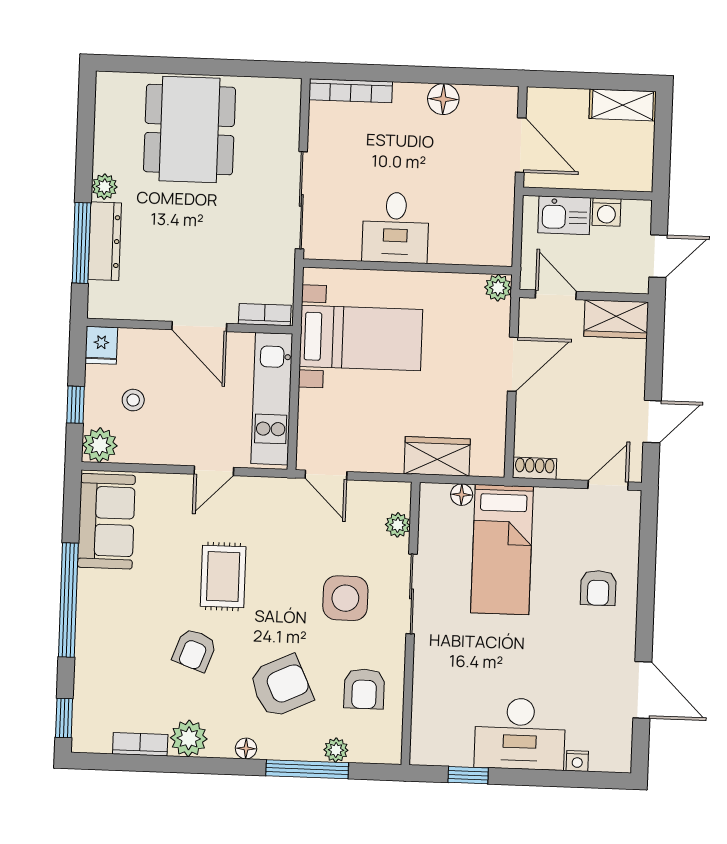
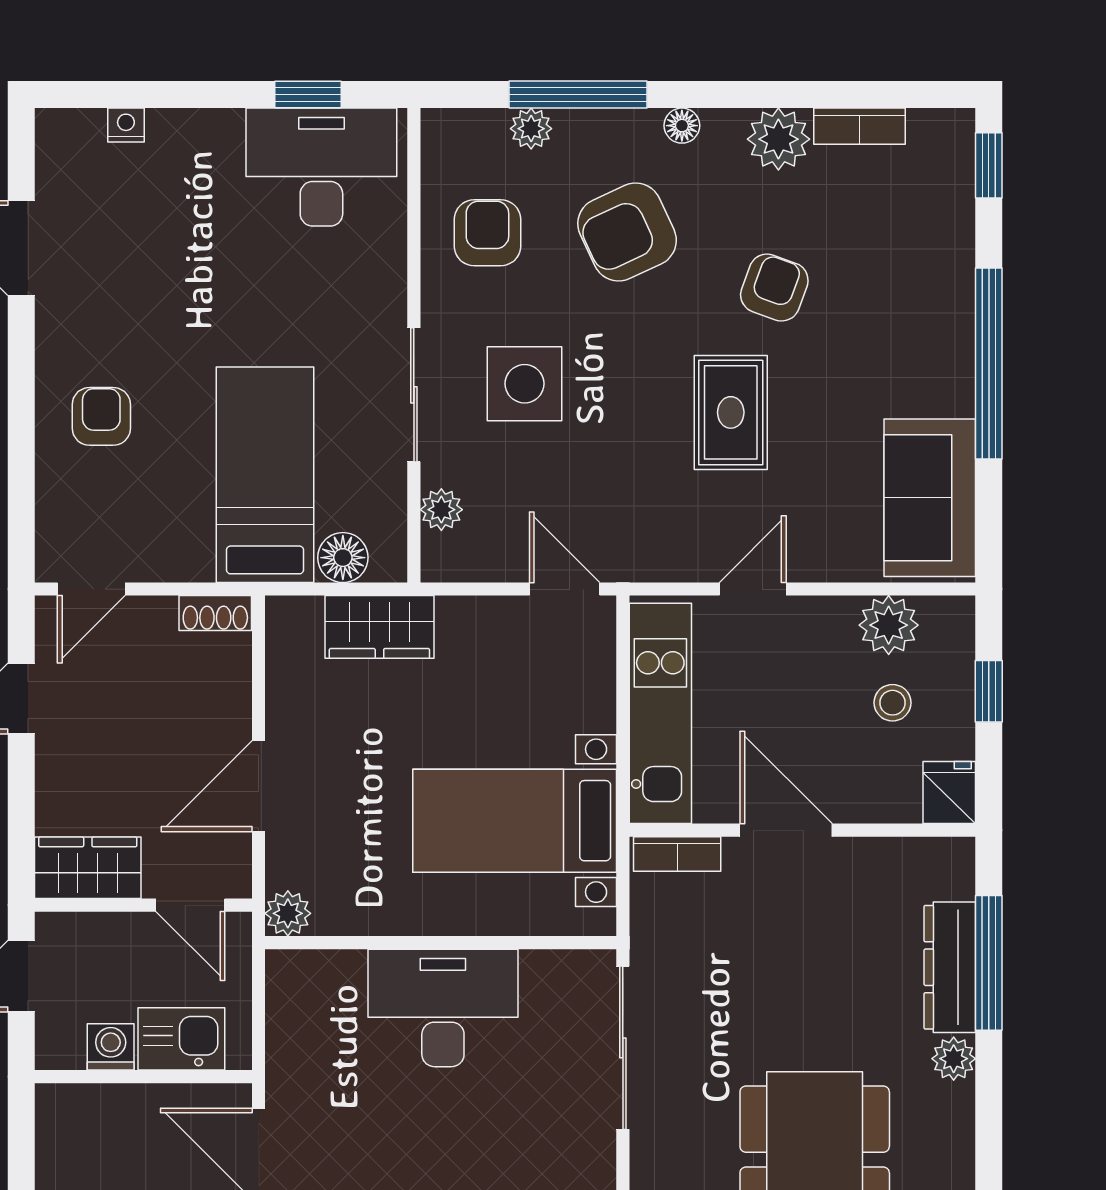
desk: (396, 228) -> (443, 1008), width x1.37
plant: (100, 445) -> (889, 625), moved
floor lamp: (462, 495) -> (343, 558), width x1.37, depth x1.37
desk: (520, 734) -> (321, 167), moved

